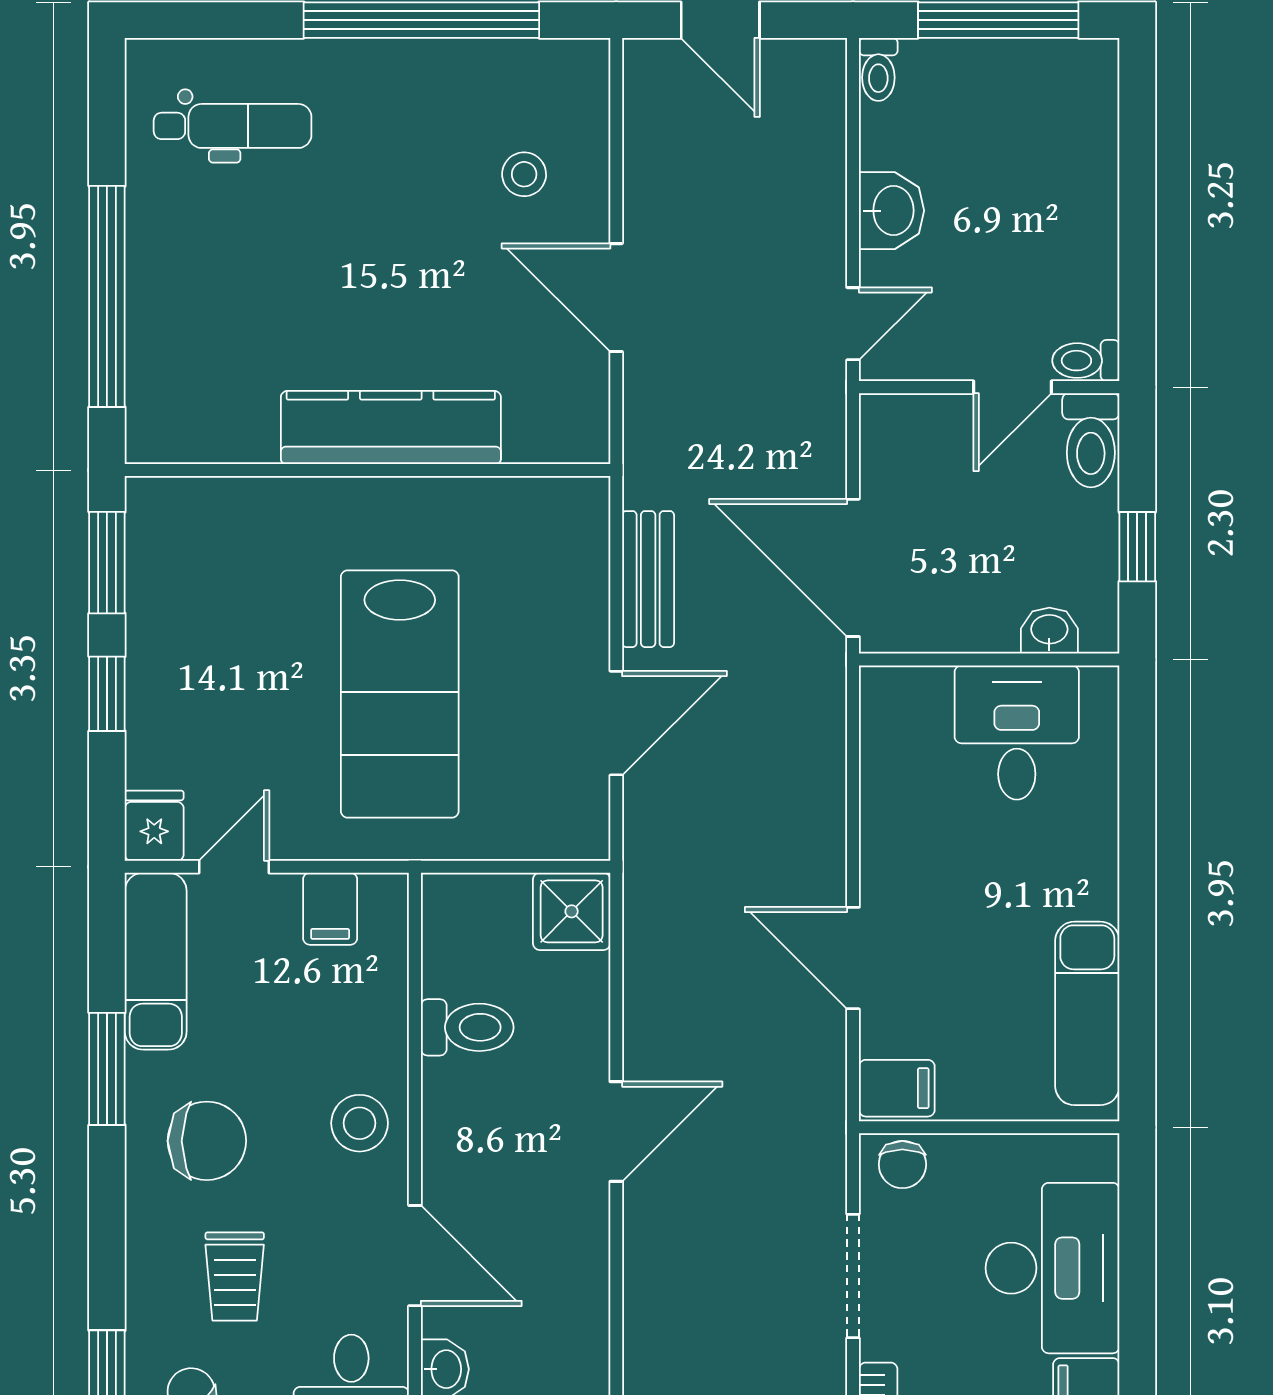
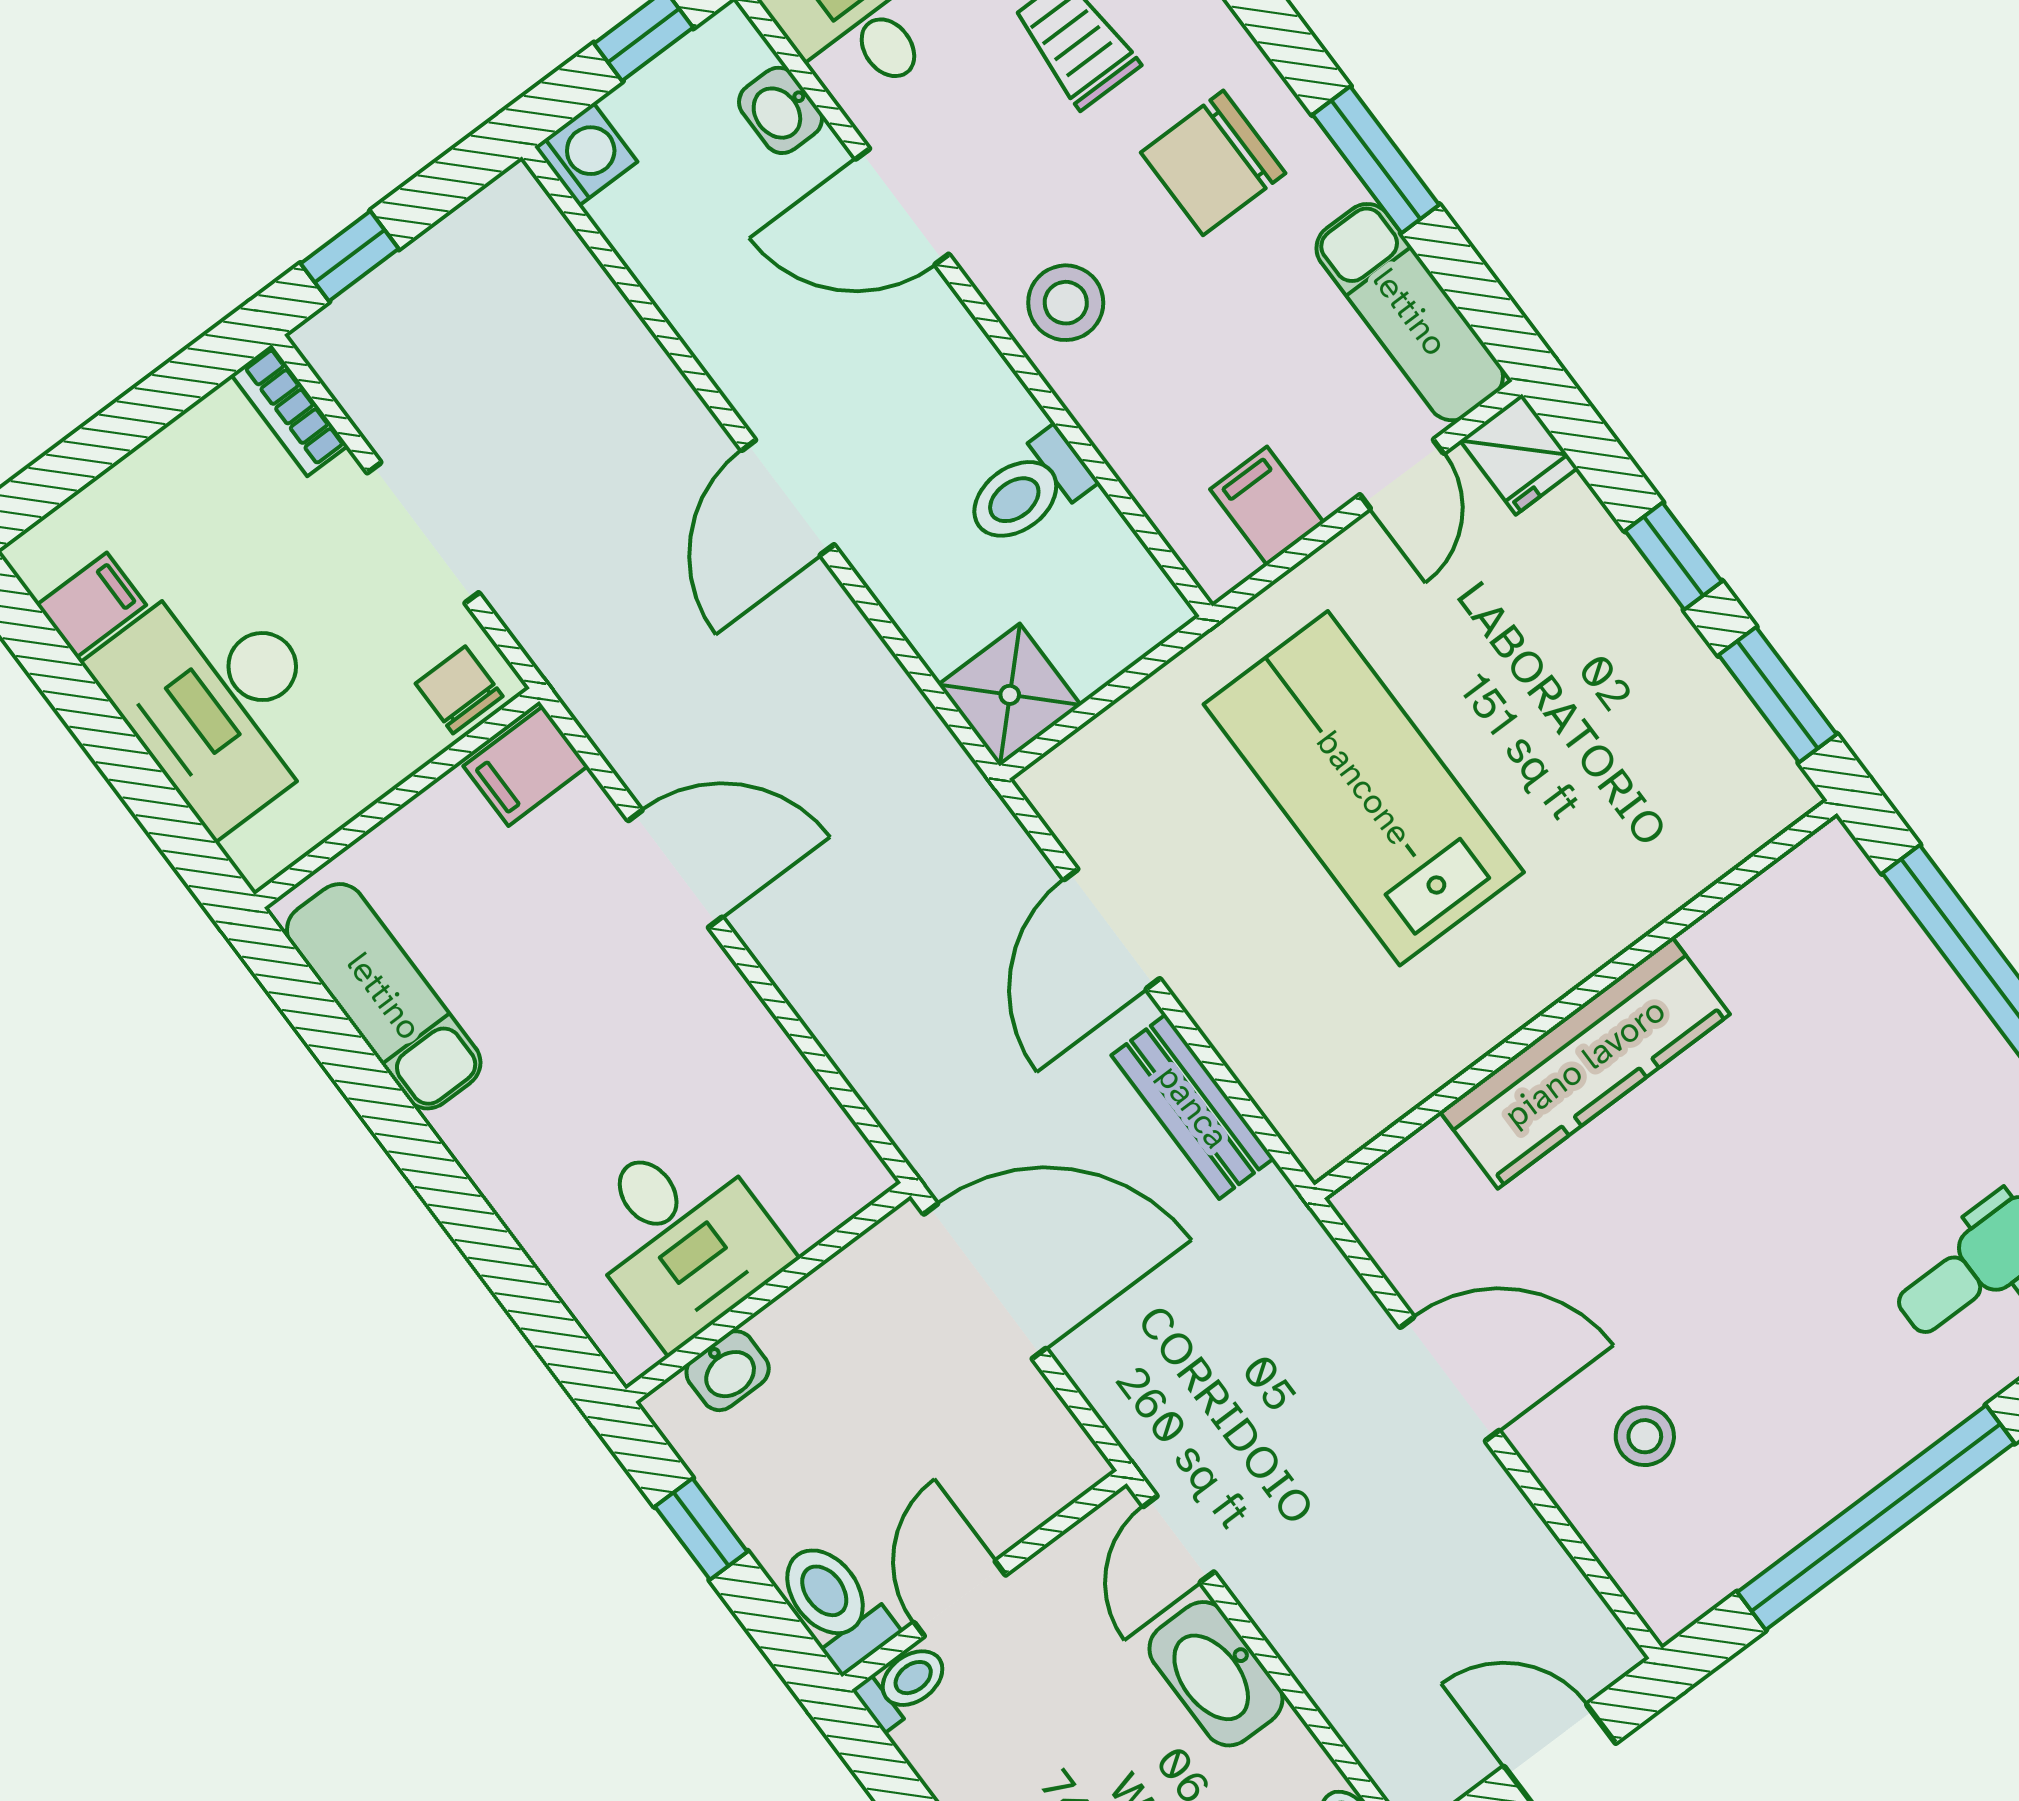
washbasin: (892, 211) -> (1216, 1674), width x1.38

